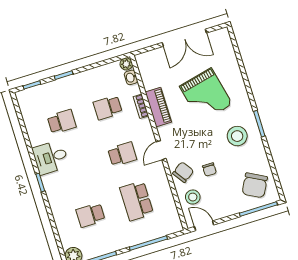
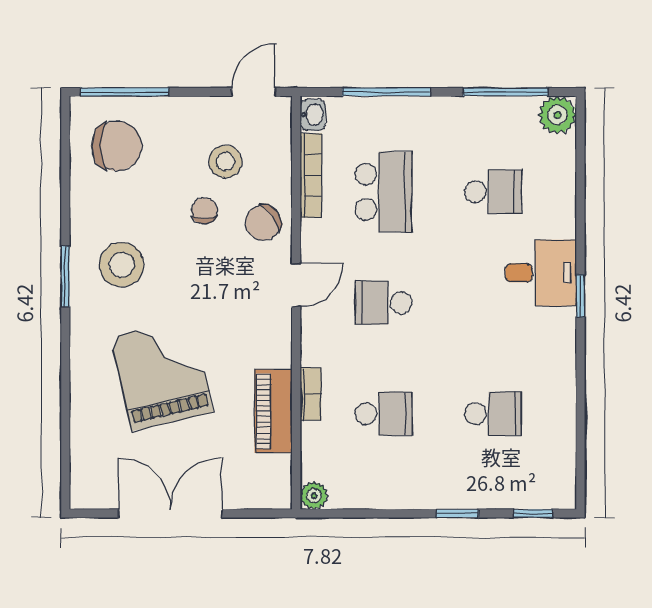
washbasin: (131, 77) -> (313, 115), moved
piano: (158, 107) -> (273, 411), moved
school desk: (62, 122) -> (493, 414), turned 180
desk: (51, 157) -> (541, 273), moved
chair: (255, 185) -> (117, 146), turned 62
stool: (193, 197) -> (225, 162), moved
bookcase: (169, 198) -> (311, 175), added
door: (204, 226) -> (254, 92), swing flipped

